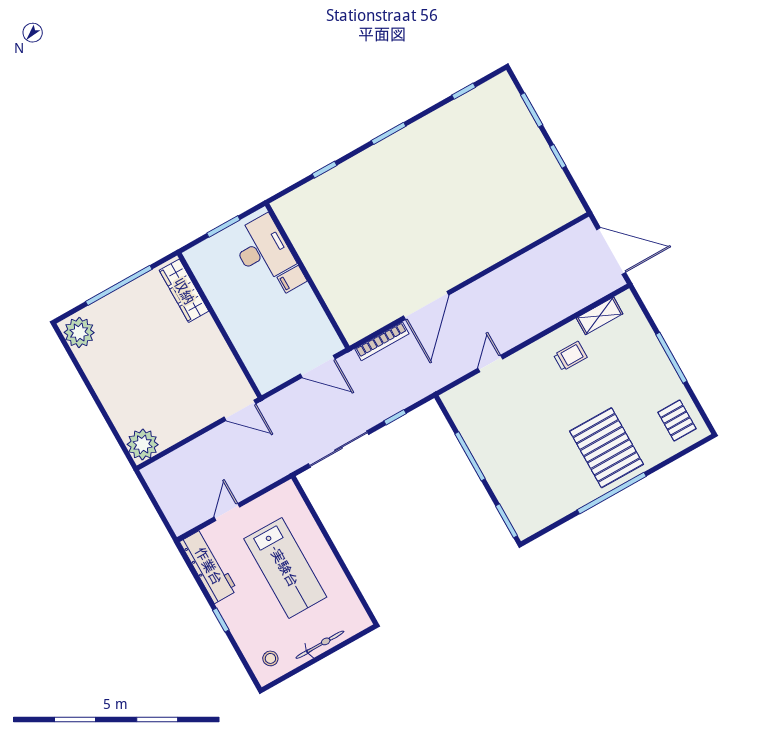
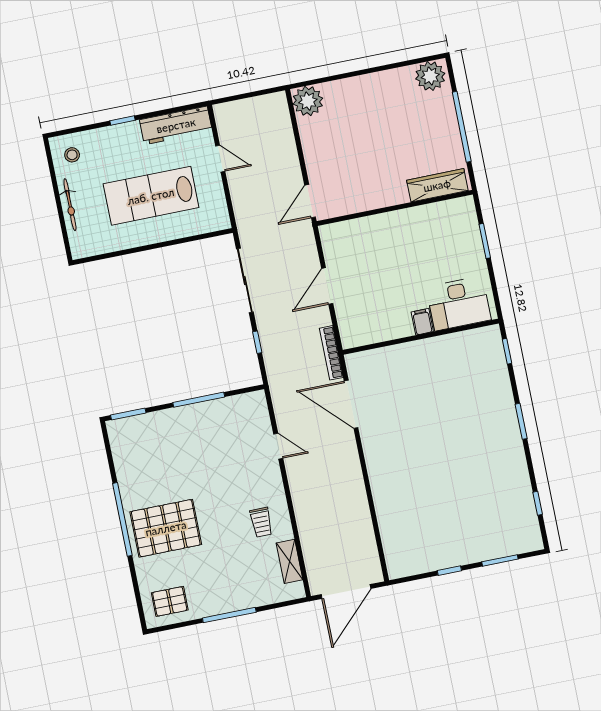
desk: (263, 249) -> (459, 304), moved
wall: (307, 276) -> (421, 337), moved
filing cabinet: (292, 279) -> (422, 322), moved

